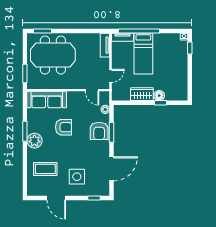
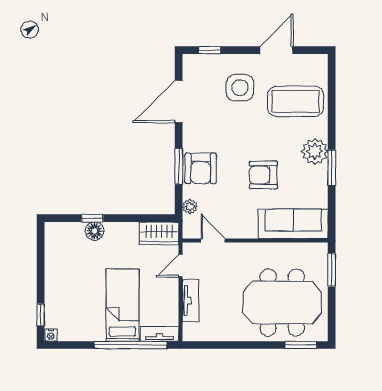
tv unit: (105, 45) -> (191, 301), moved
wardrobe: (142, 94) -> (159, 233), moved
armchair: (99, 131) -> (201, 168), turned 180
coffee table: (45, 169) -> (296, 101), width x1.36, depth x1.32
door: (56, 198) -> (277, 50), hinge flipped

